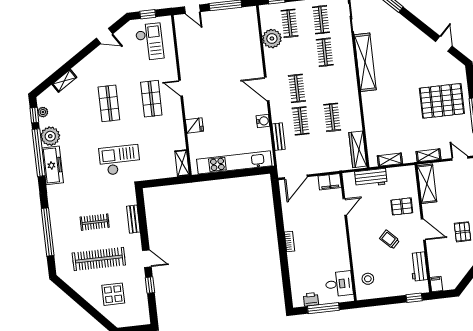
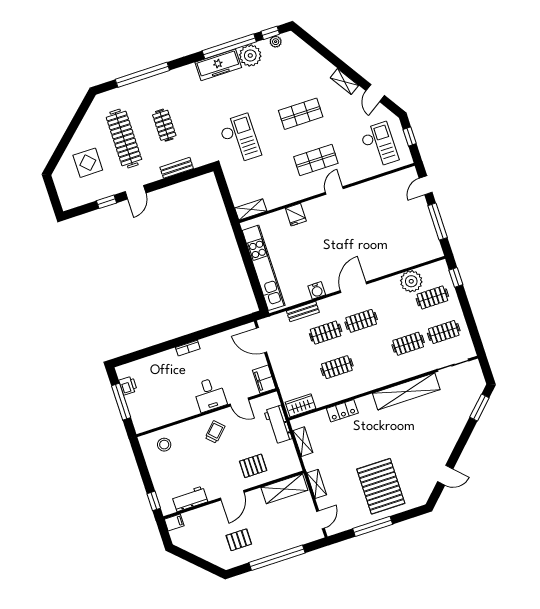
checkout: (149, 42) -> (379, 145), turned -90
shelving: (64, 81) -> (344, 82), moved
locker: (370, 120) -> (342, 411), added
wardrobe: (358, 149) -> (301, 405), width x0.67
pallet: (402, 206) -> (253, 466), turned 90
trolley: (389, 239) -> (215, 432), moved
desk: (339, 284) -> (210, 395), moved

